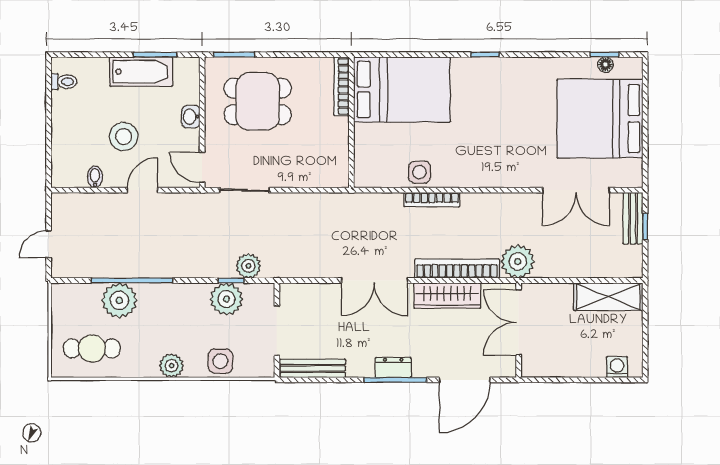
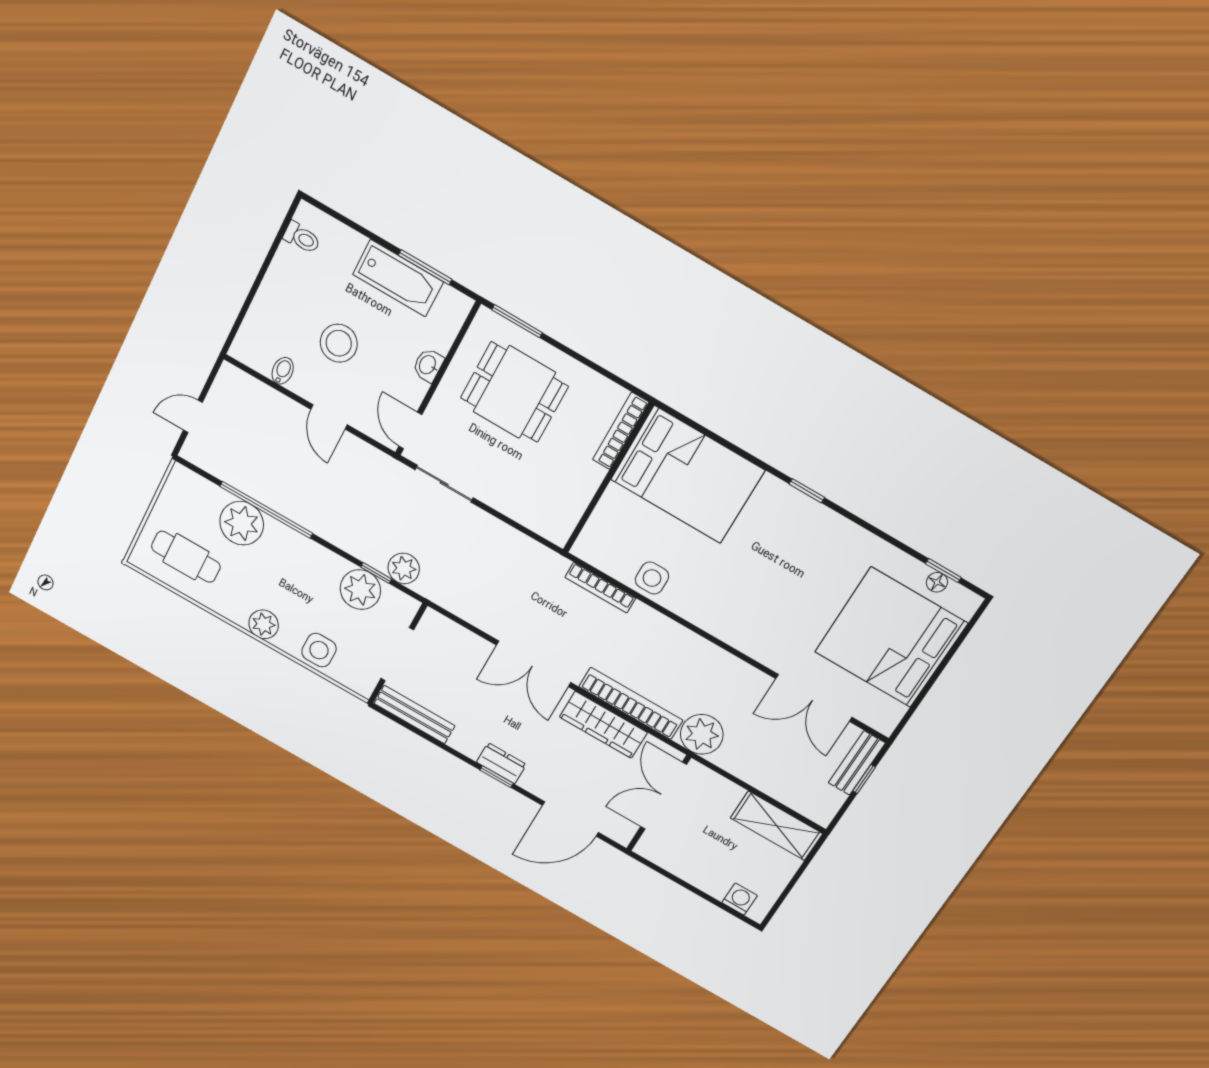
door: (142, 190) -> (329, 417), swing flipped
bookcase: (432, 200) -> (600, 588), moved
window: (395, 380) -> (497, 777), width x0.46

